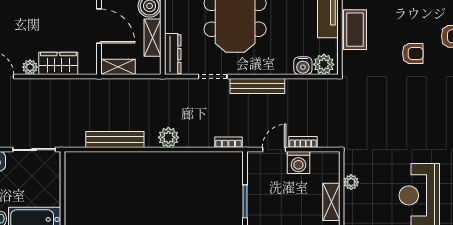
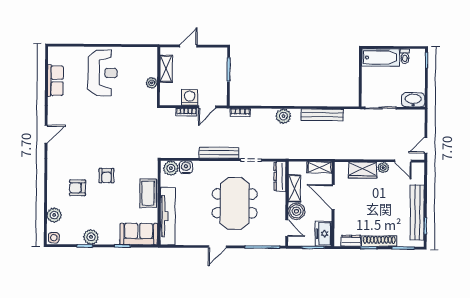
armchair: (413, 53) -> (106, 176), turned -90

